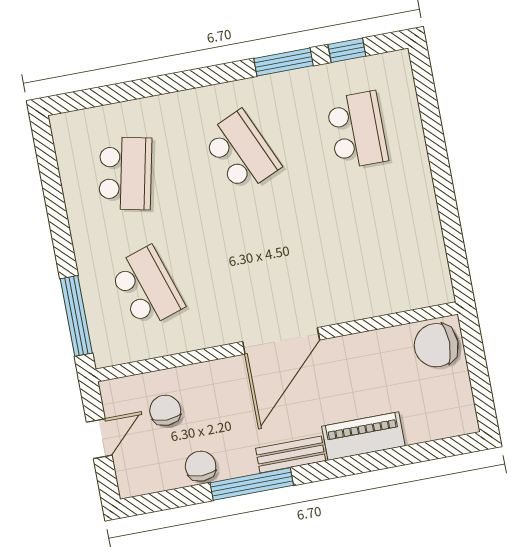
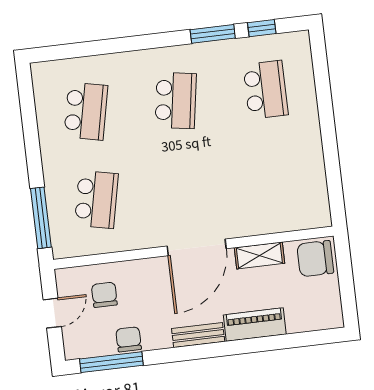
school desk: (241, 152) -> (176, 100), turned 33
school desk: (147, 287) -> (96, 200), turned 30
shelving: (363, 346) -> (259, 255), added
window: (252, 484) -> (111, 362), moved

